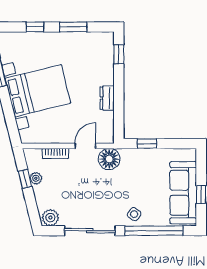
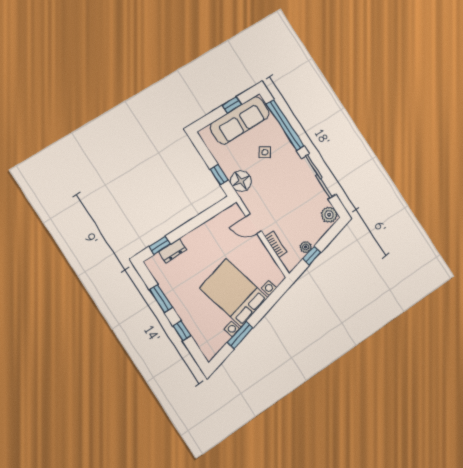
dresser: (107, 98) -> (173, 251), moved
floor lamp: (109, 159) -> (241, 181), moved
side table: (134, 214) -> (265, 152), moved

